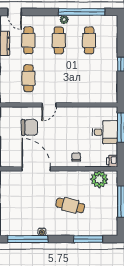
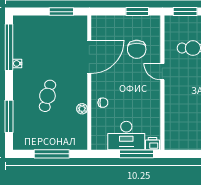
desk: (105, 132) -> (126, 136), width x1.37
printer: (112, 161) -> (152, 144), moved
plant: (99, 179) -> (82, 109), moved, width x0.53, depth x0.53

